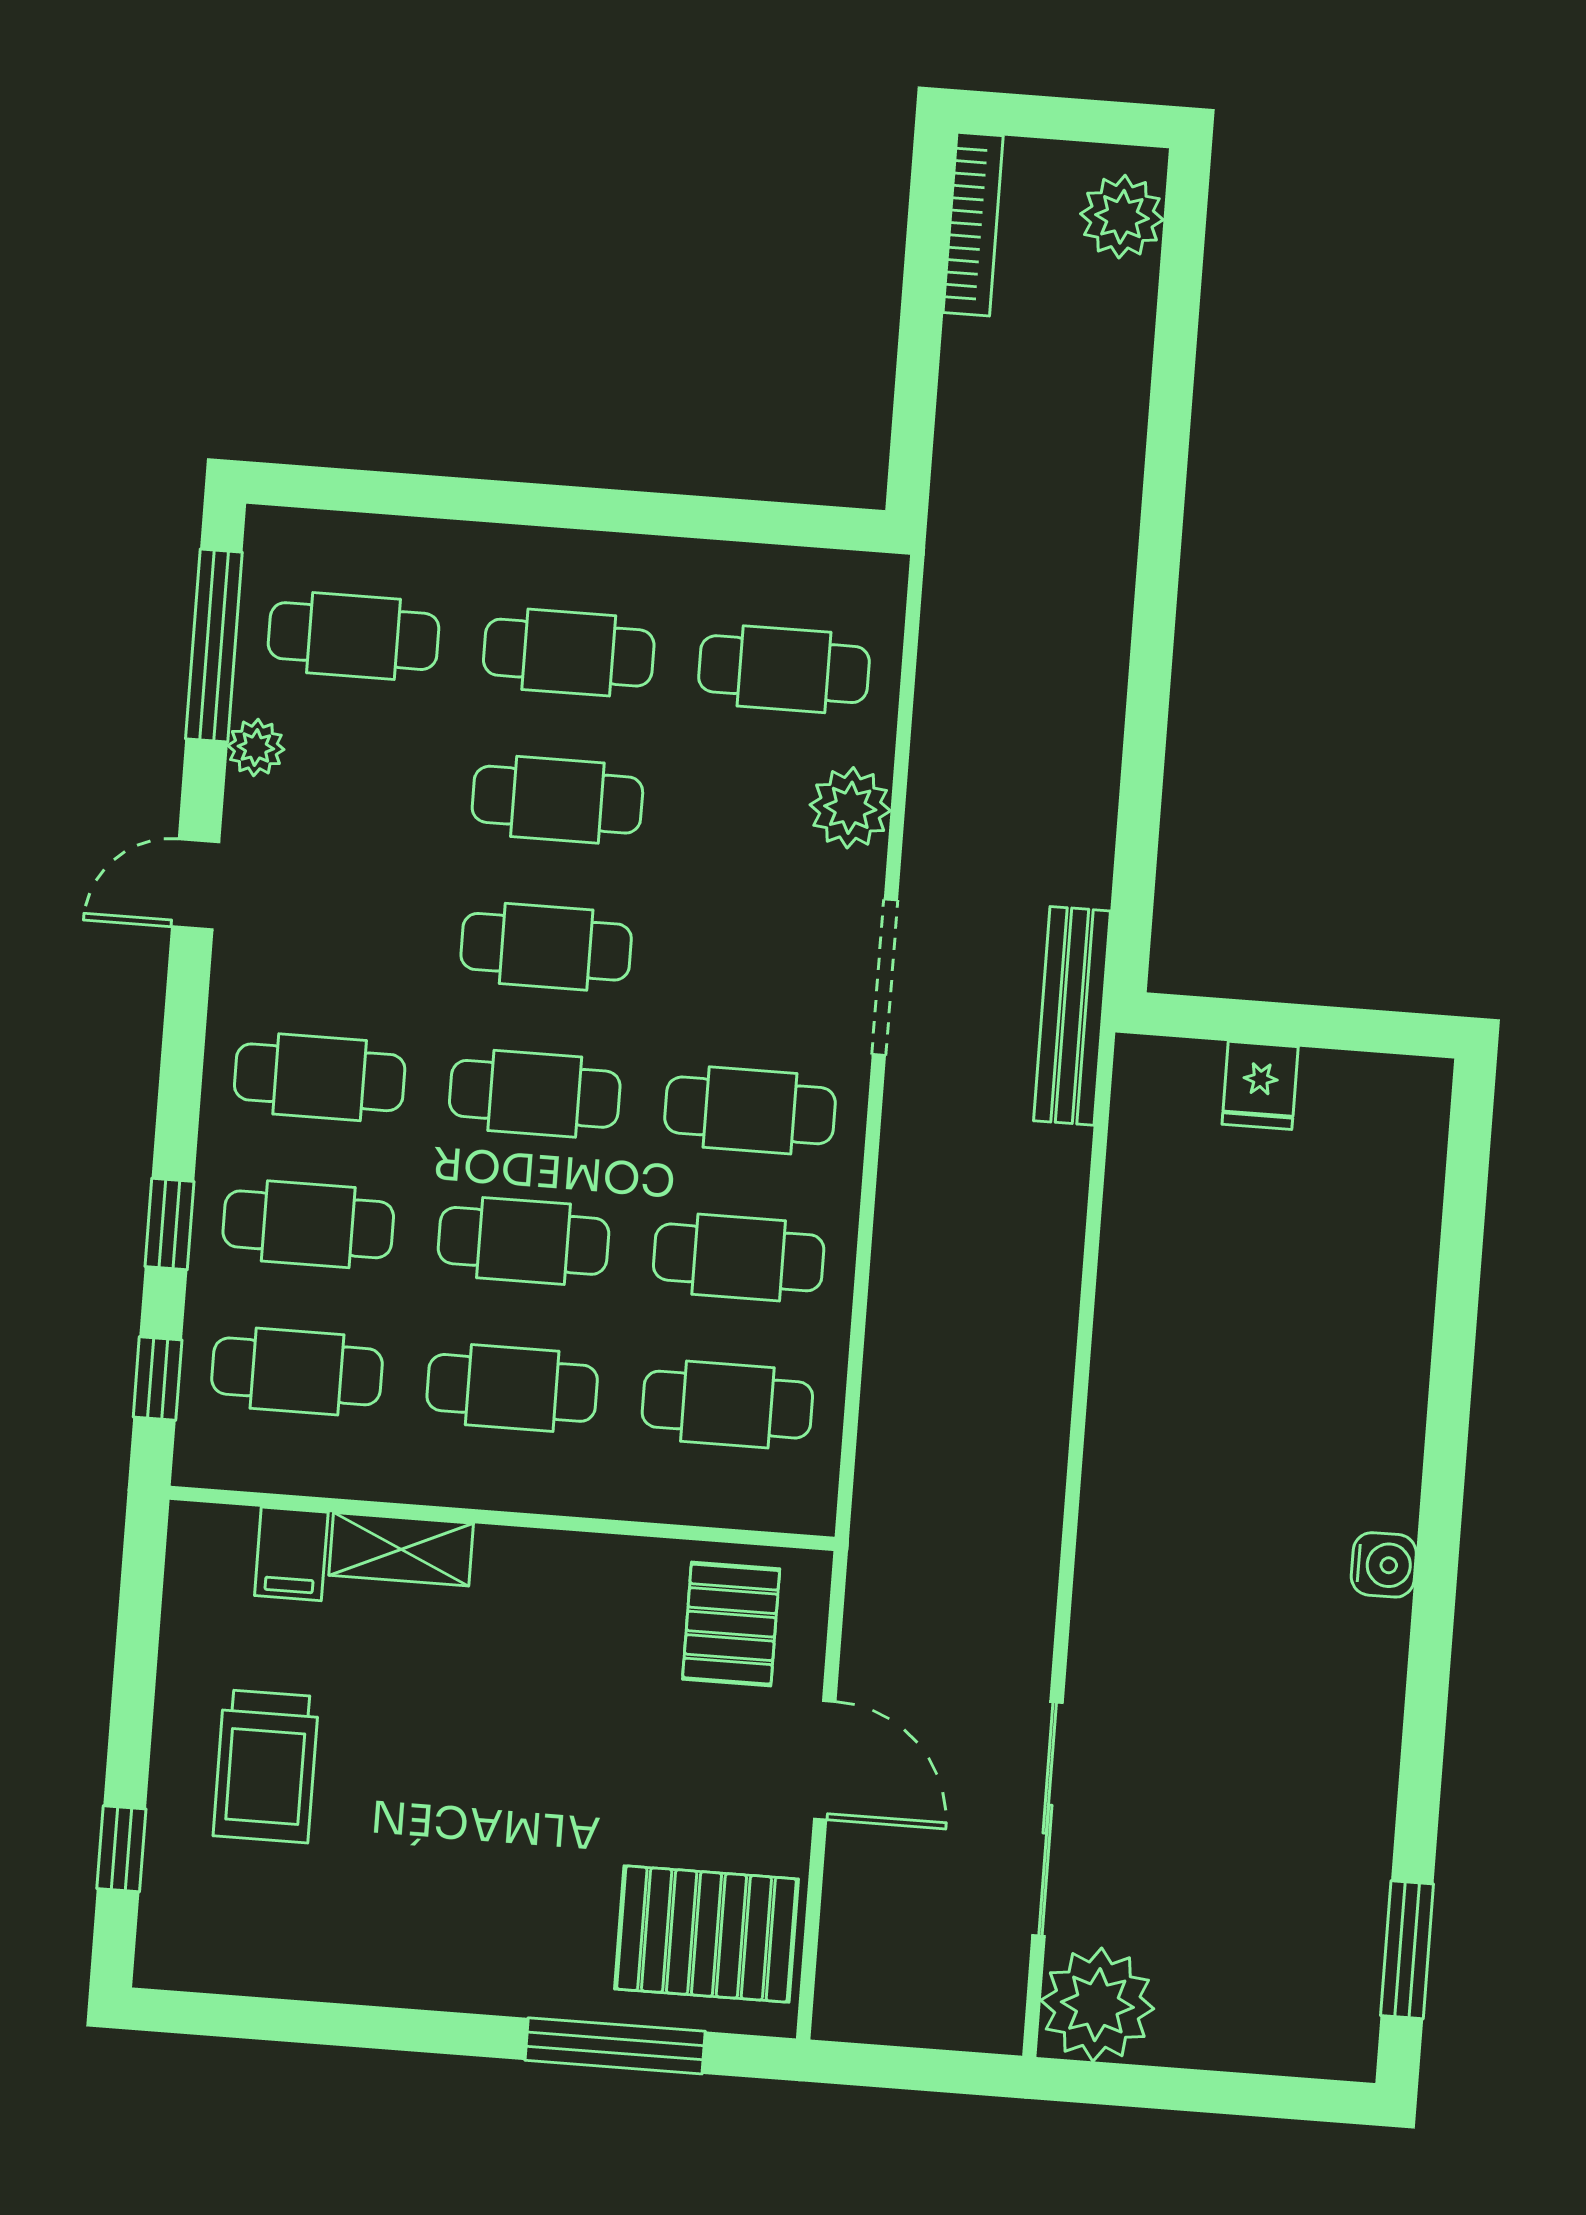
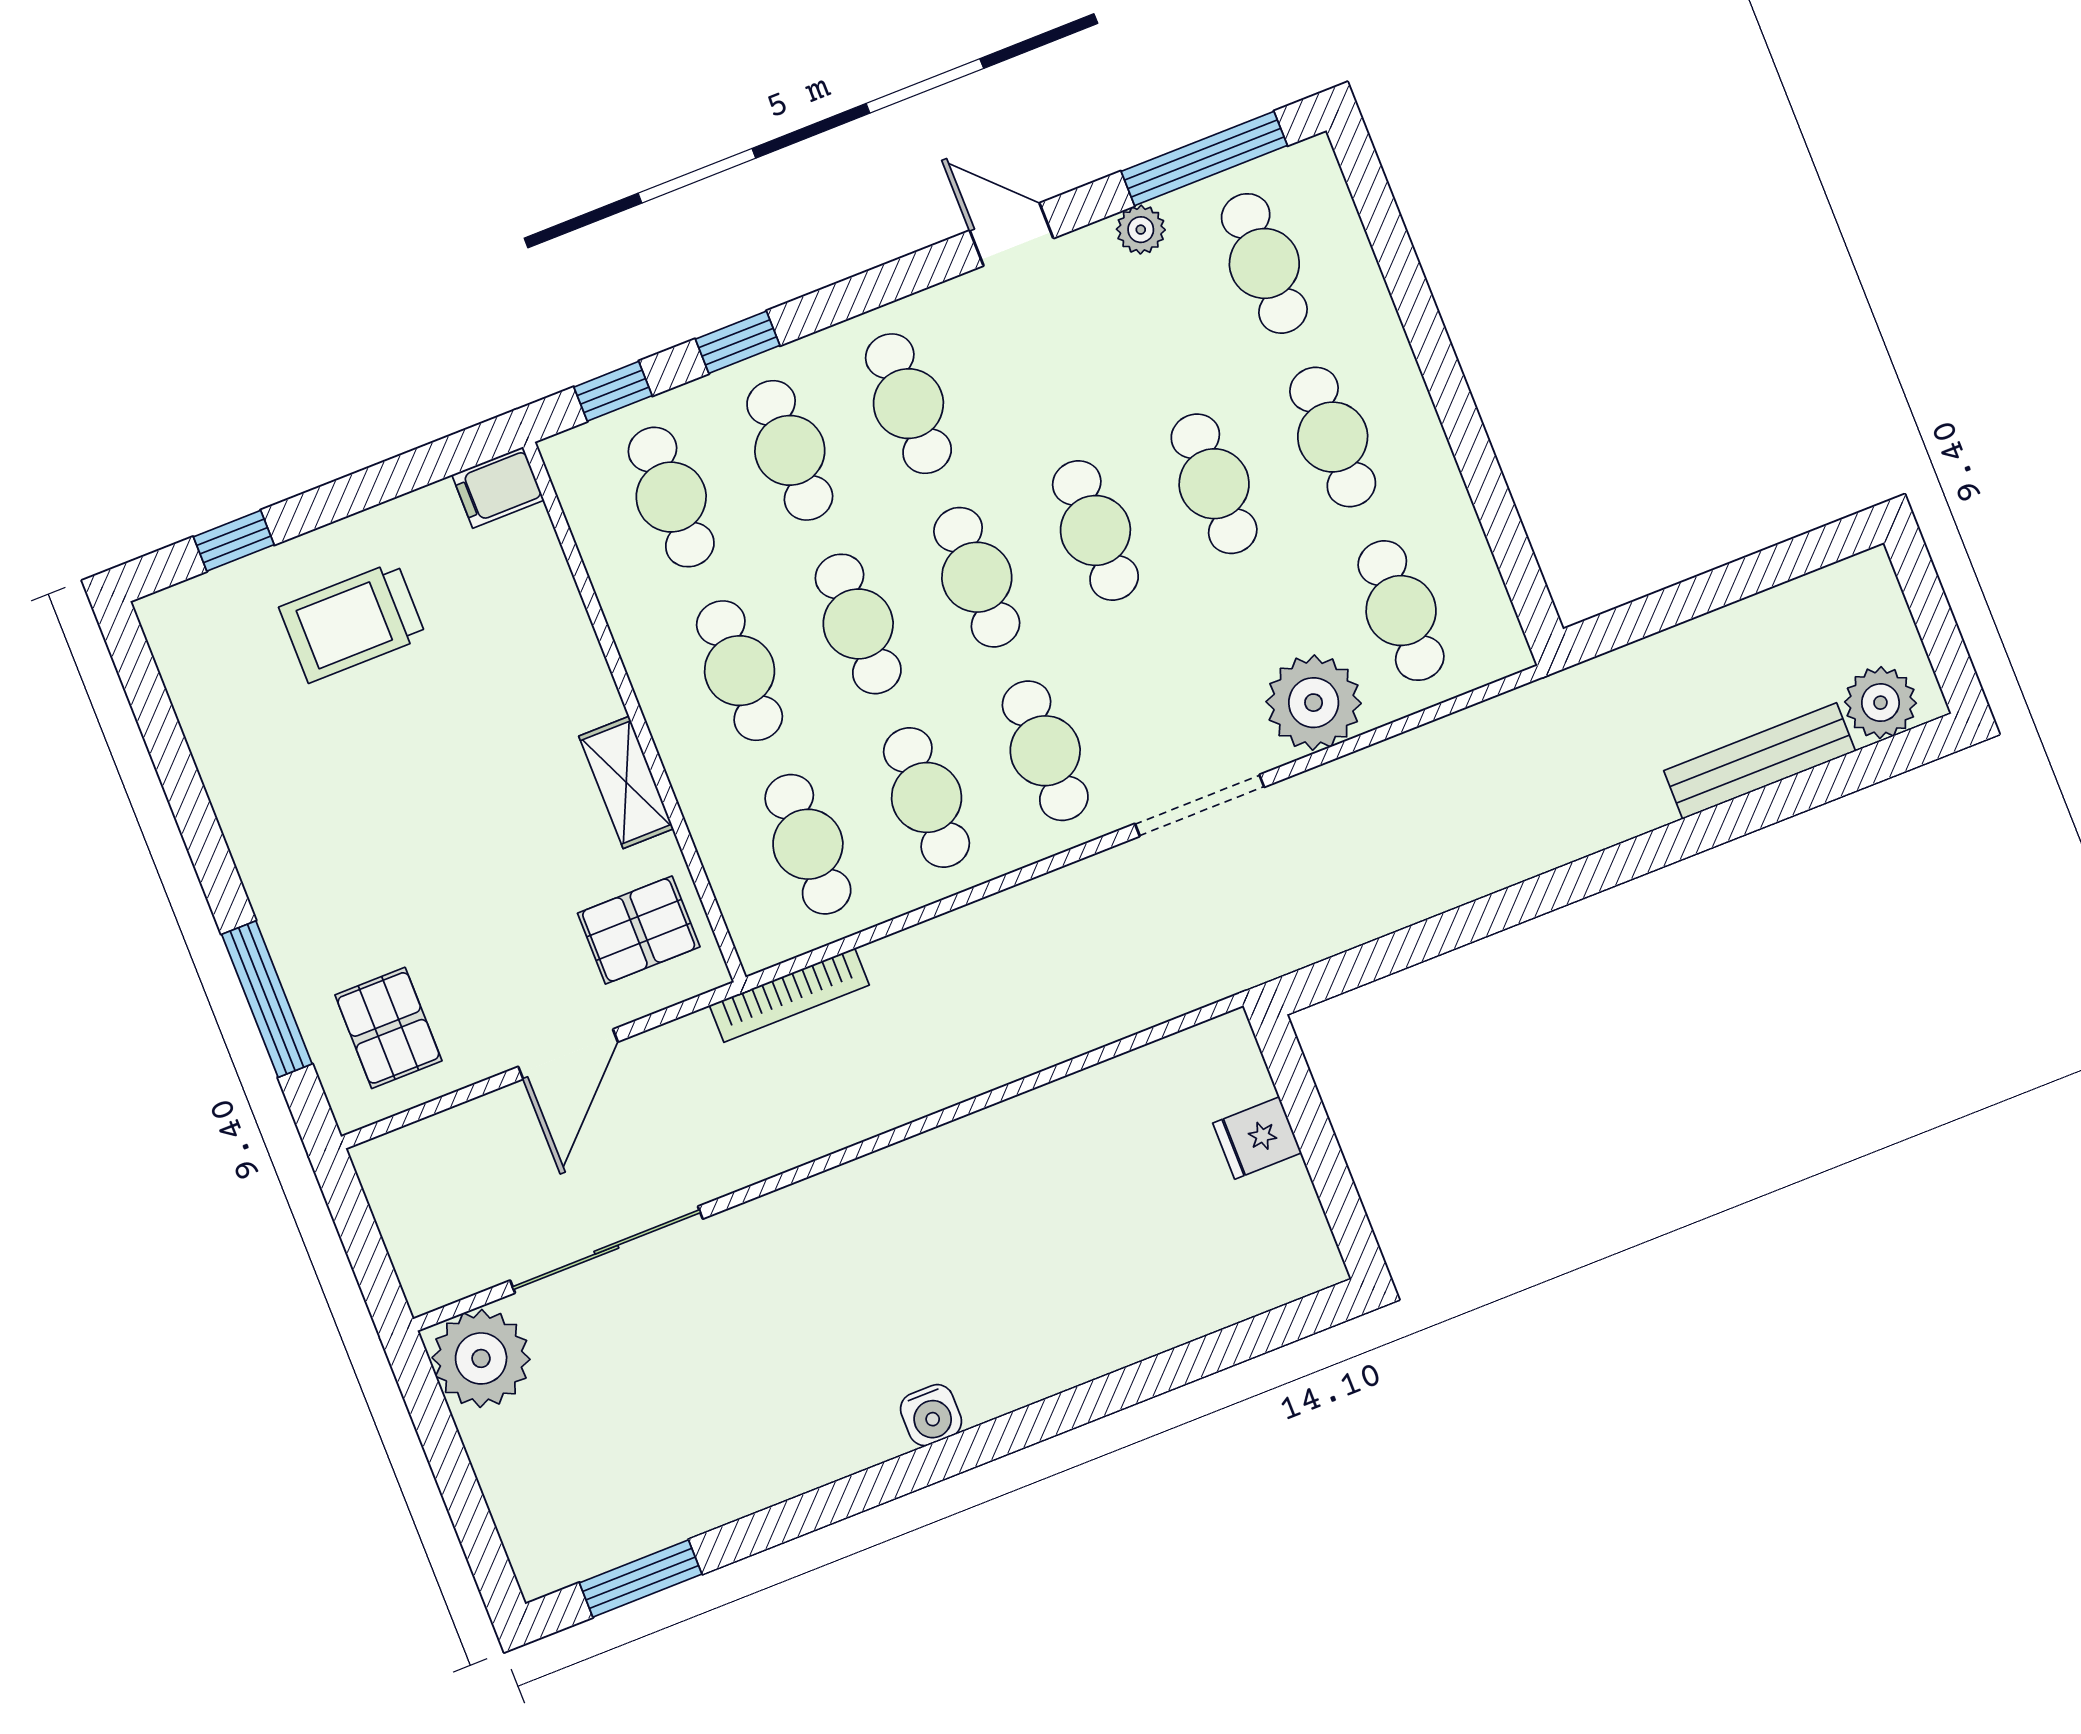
bookcase: (973, 224) -> (789, 995), moved
plant: (850, 808) -> (1314, 703), width x1.36, depth x1.36
bench: (1072, 1016) -> (1760, 761), moved
shelving: (401, 1549) -> (626, 782), moved
filing cabinet: (291, 1554) -> (498, 487), moved
pallet: (707, 1934) -> (388, 1028), width x0.67, depth x0.71

